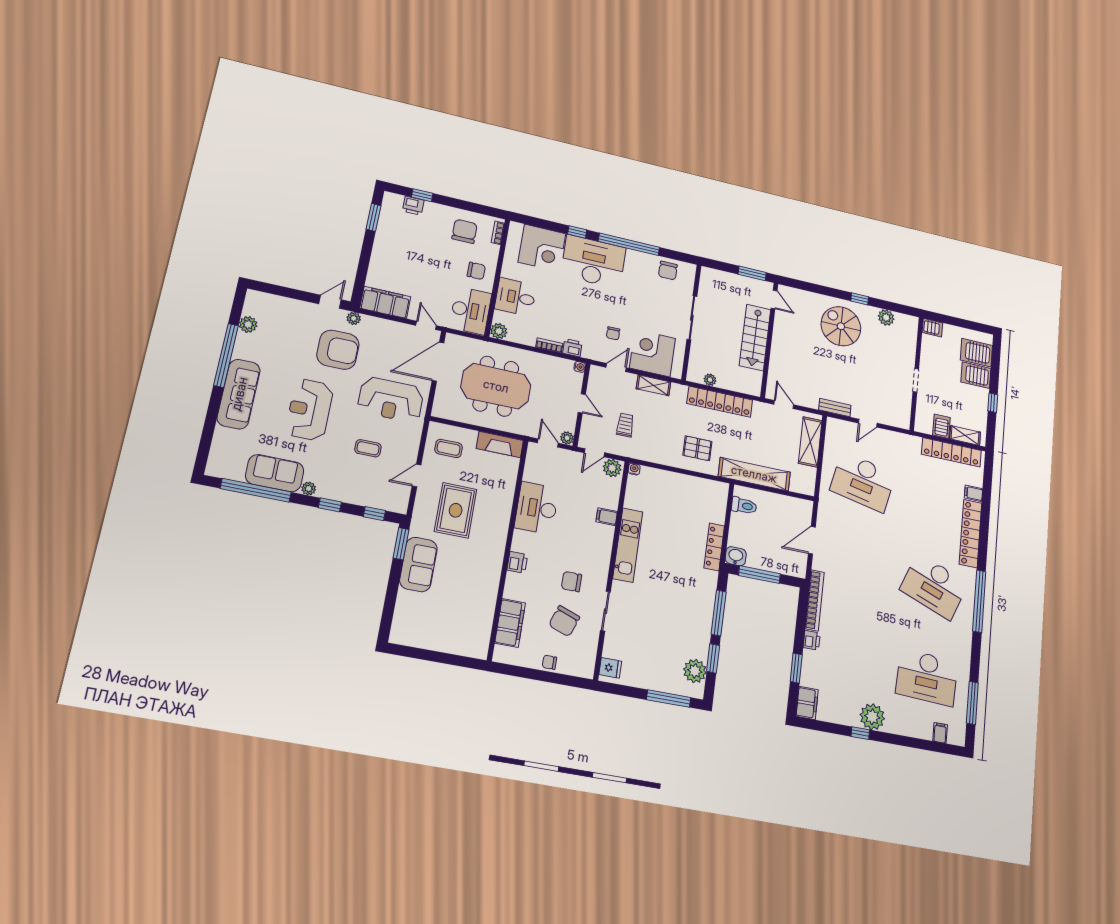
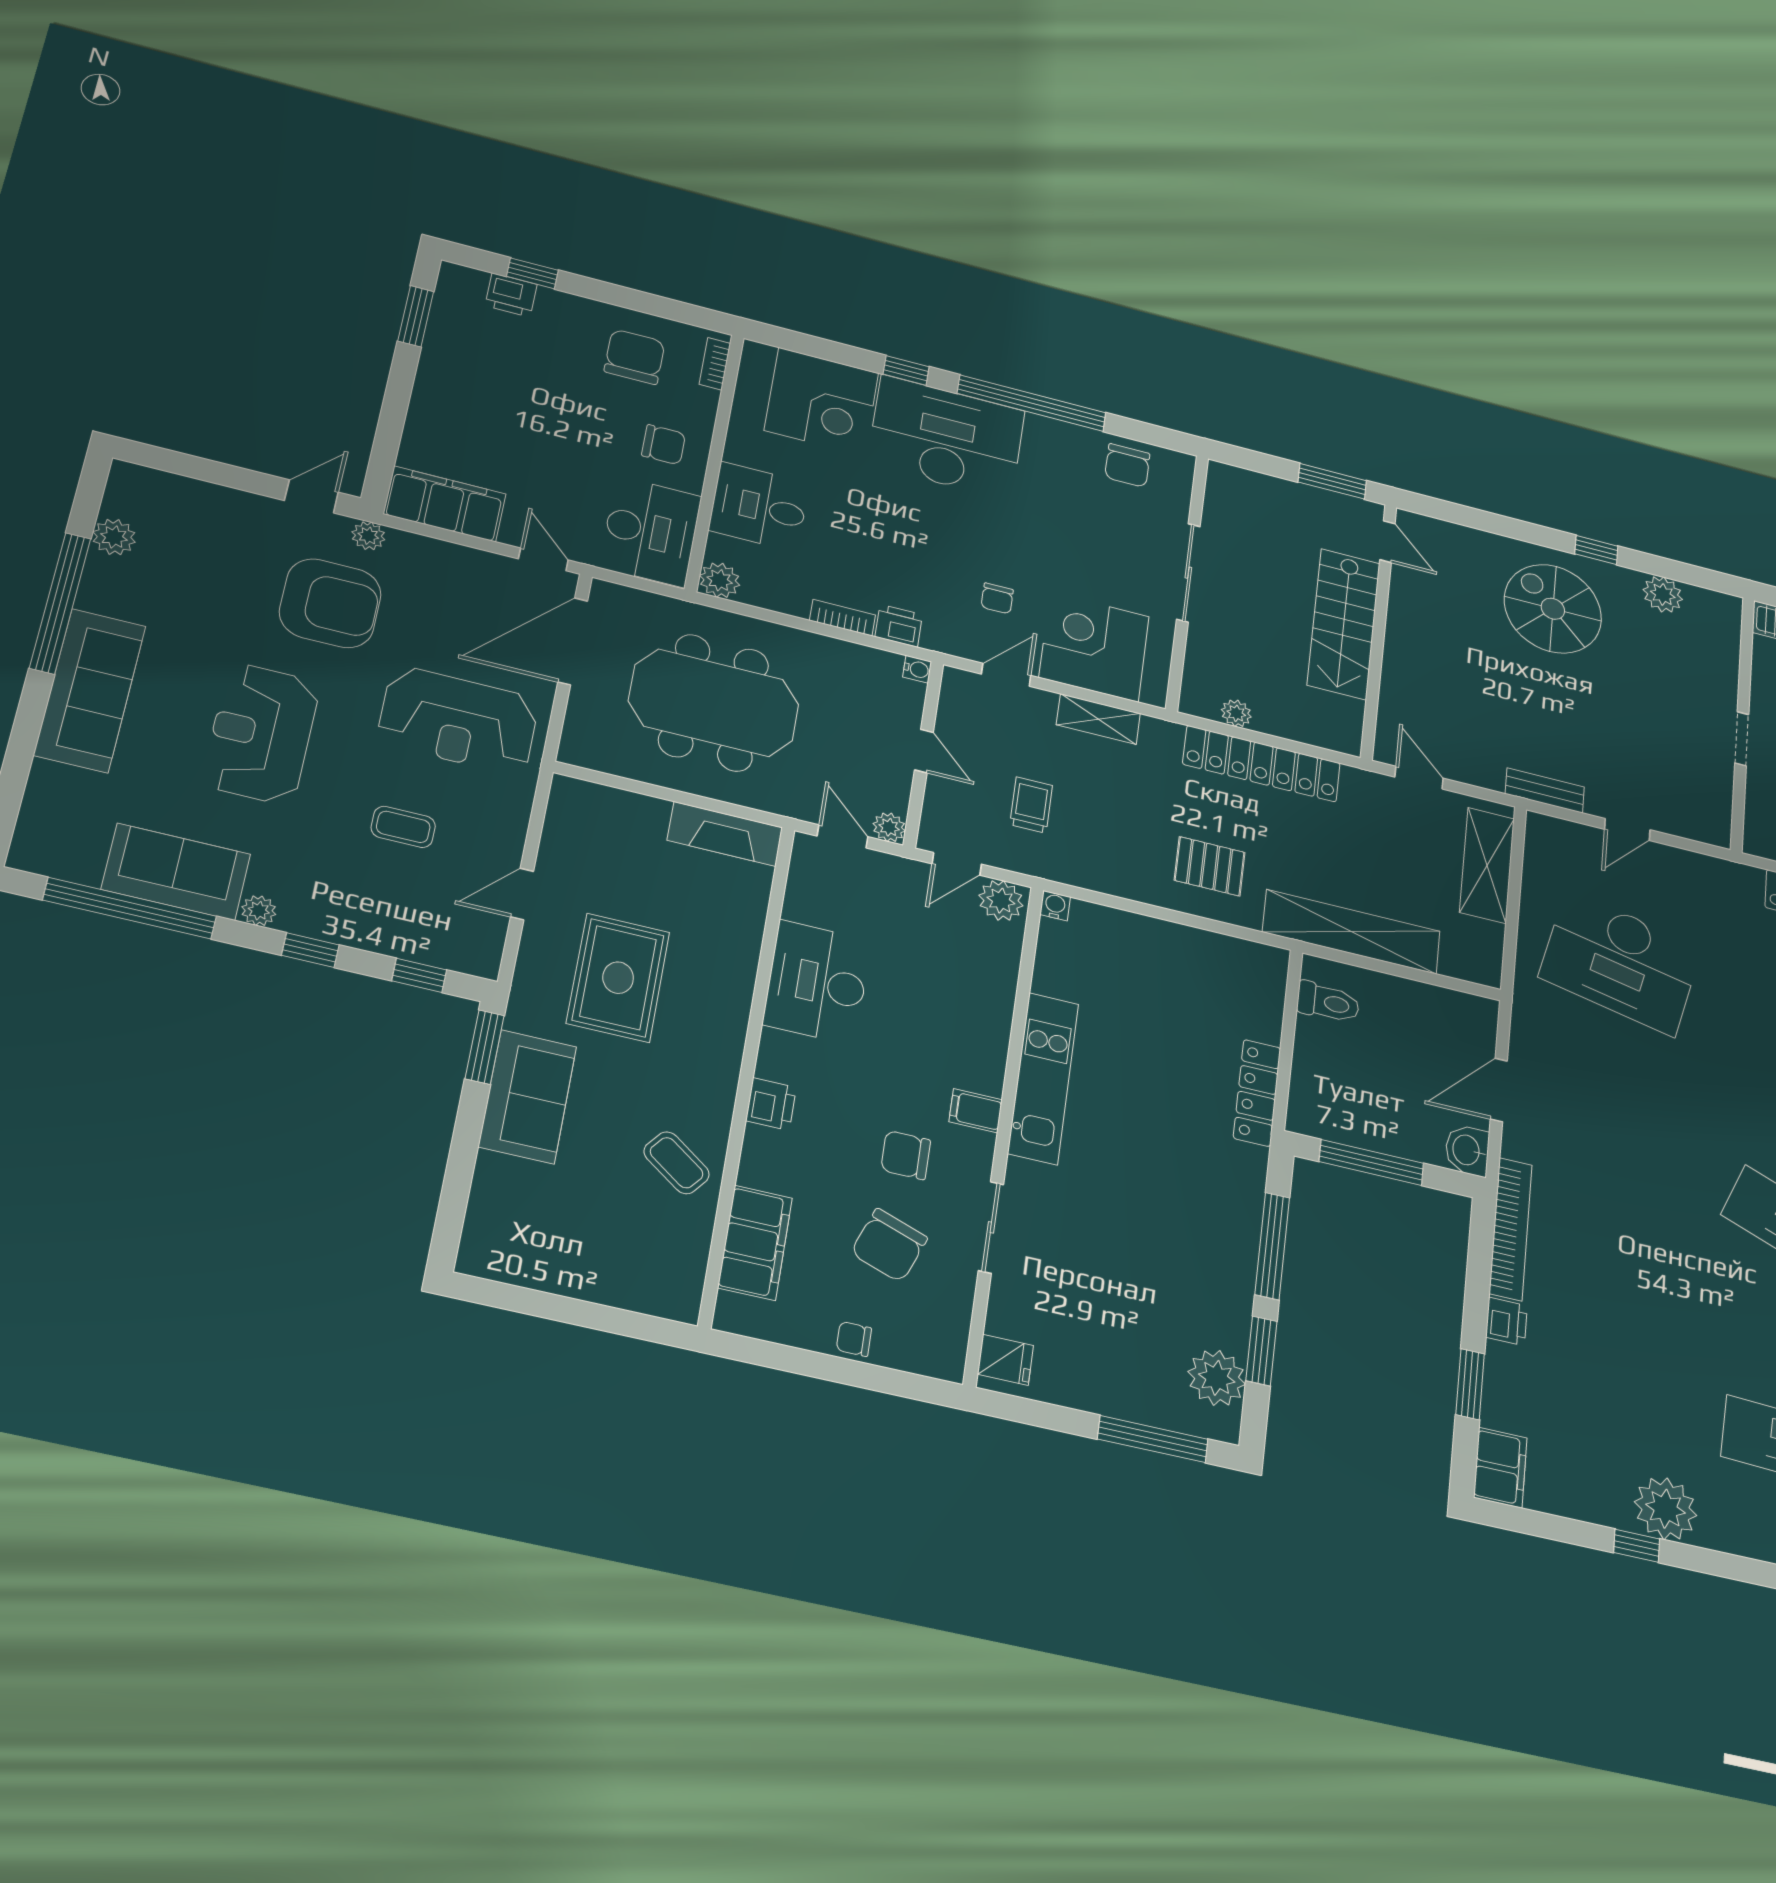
coffee table: (449, 448) -> (676, 1163), moved, turned 37
filing cabinet: (607, 517) -> (976, 1111), moved
washbasin: (736, 556) -> (1467, 1150), moved, turned -90

